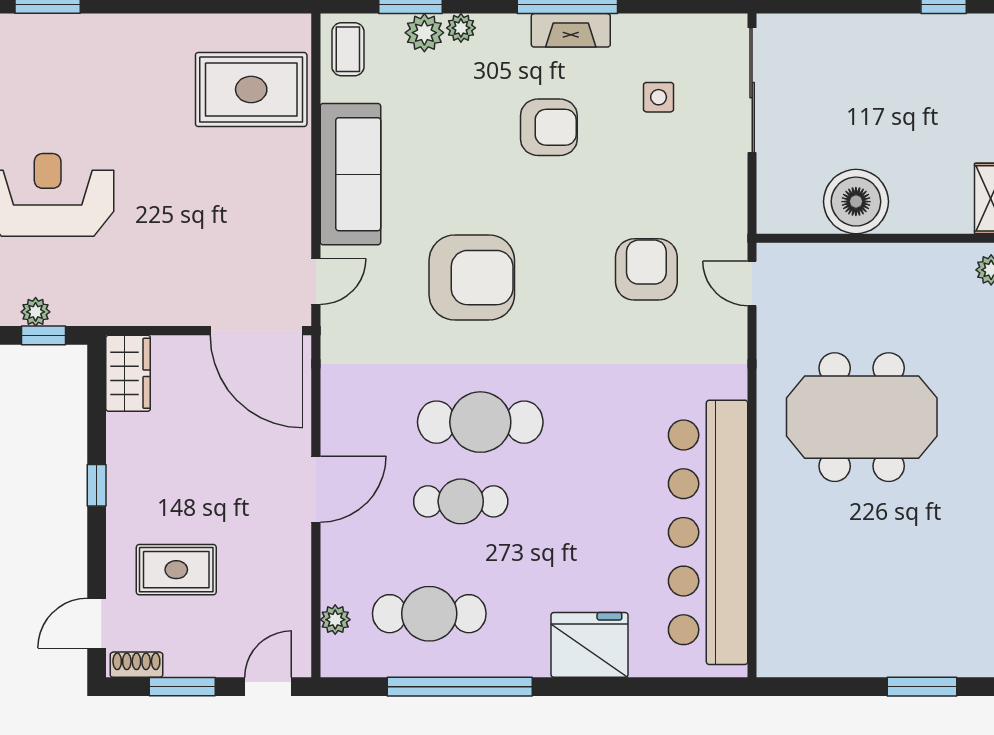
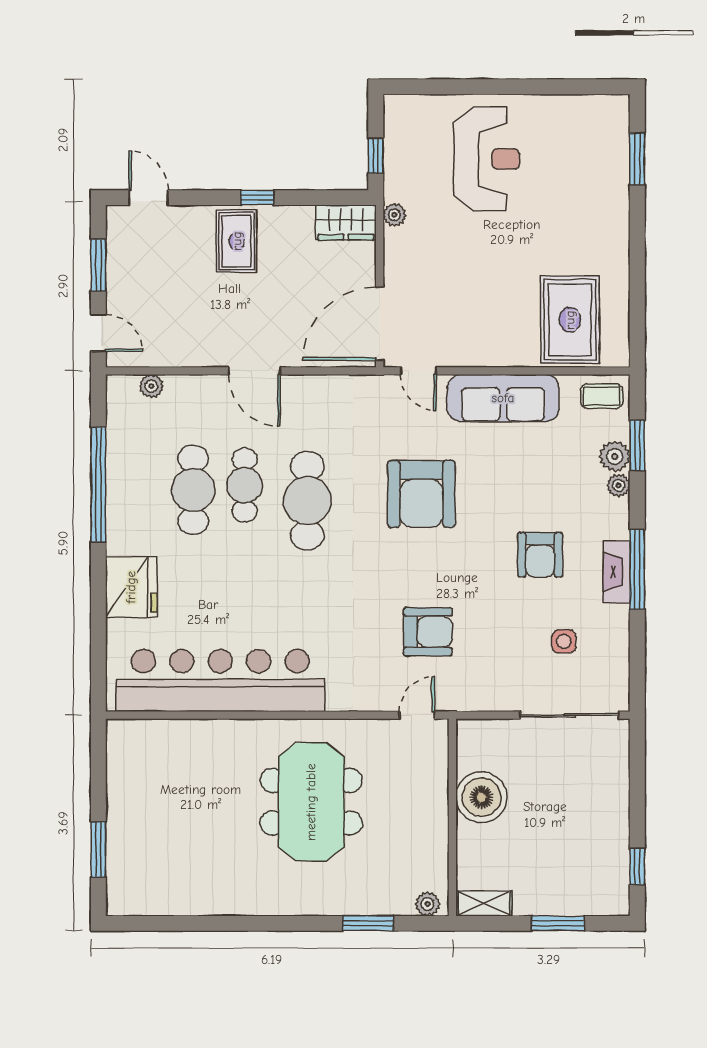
plant: (36, 312) -> (394, 215), moved
rug: (176, 570) -> (237, 241), moved
cafe table: (429, 614) -> (193, 490), moved
shoe rack: (136, 665) -> (116, 229), removed

